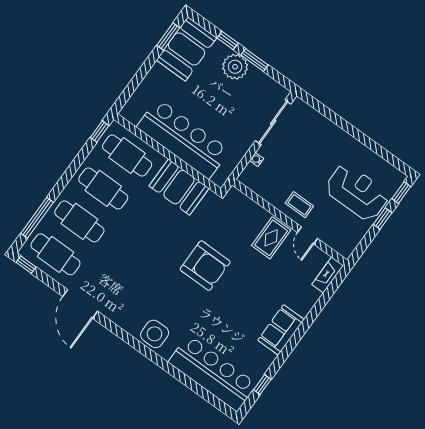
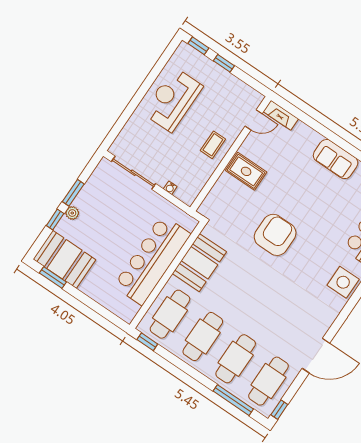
plant: (235, 67) -> (72, 213), width x0.53, depth x0.53
reception desk: (357, 192) -> (173, 100), moved
door: (307, 235) -> (254, 120), moved

